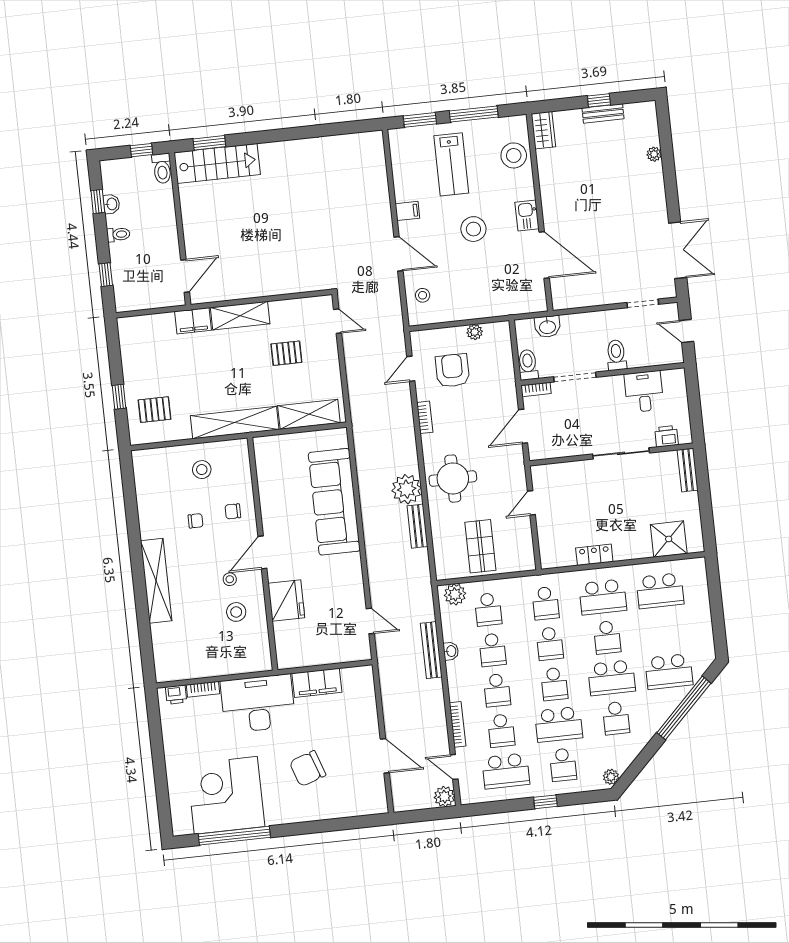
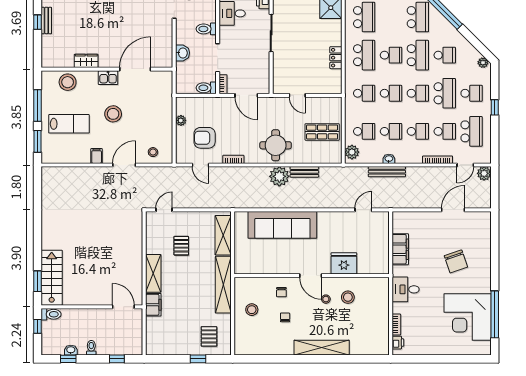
wardrobe: (543, 130) -> (86, 61), moved
washbasin: (547, 327) -> (182, 53), moved
desk: (258, 704) -> (406, 289), width x0.53, depth x0.77

